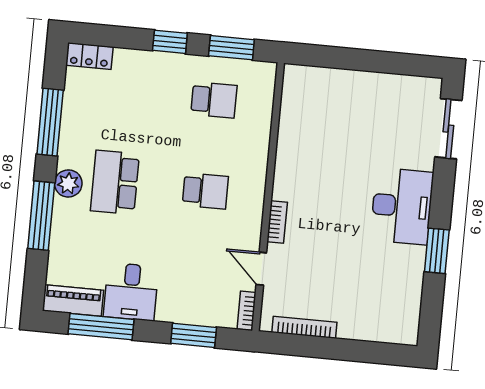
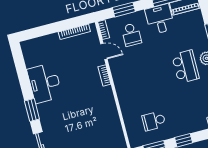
school desk: (205, 191) -> (131, 35), moved, turned -90
desk: (402, 206) -> (45, 83), moved
window: (437, 251) -> (32, 110), moved

